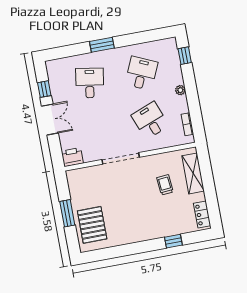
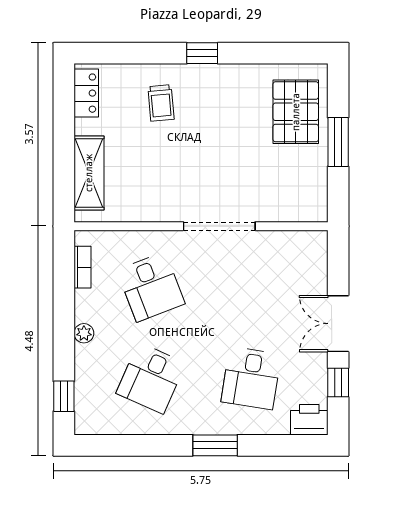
printer: (72, 157) -> (309, 420), moved, turned 180
trolley: (165, 185) -> (161, 103), moved
window: (173, 241) -> (202, 53), moved

